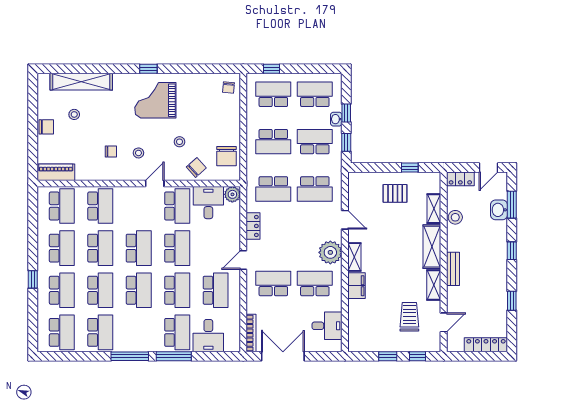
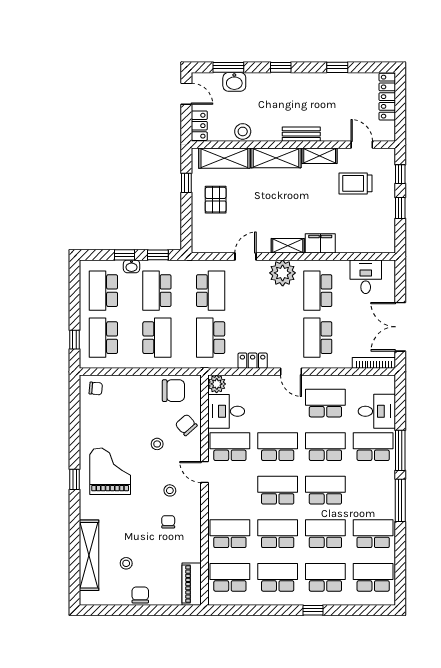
grand piano: (155, 100) -> (110, 471), turned 180
school desk: (273, 189) -> (211, 338), turned 180
shelving: (434, 209) -> (224, 158), width x1.50, depth x1.33

